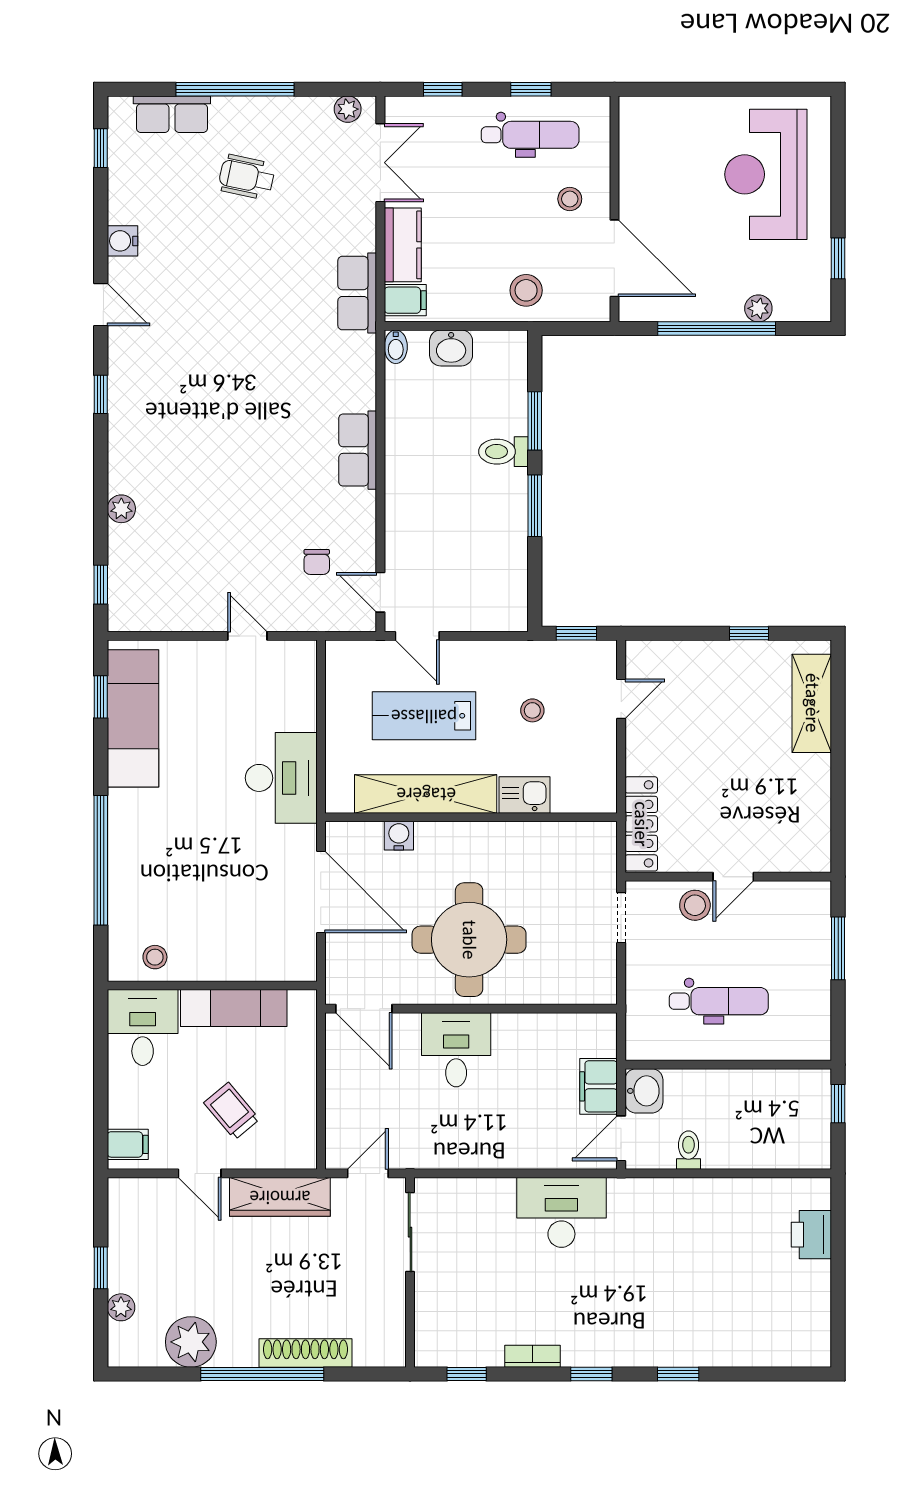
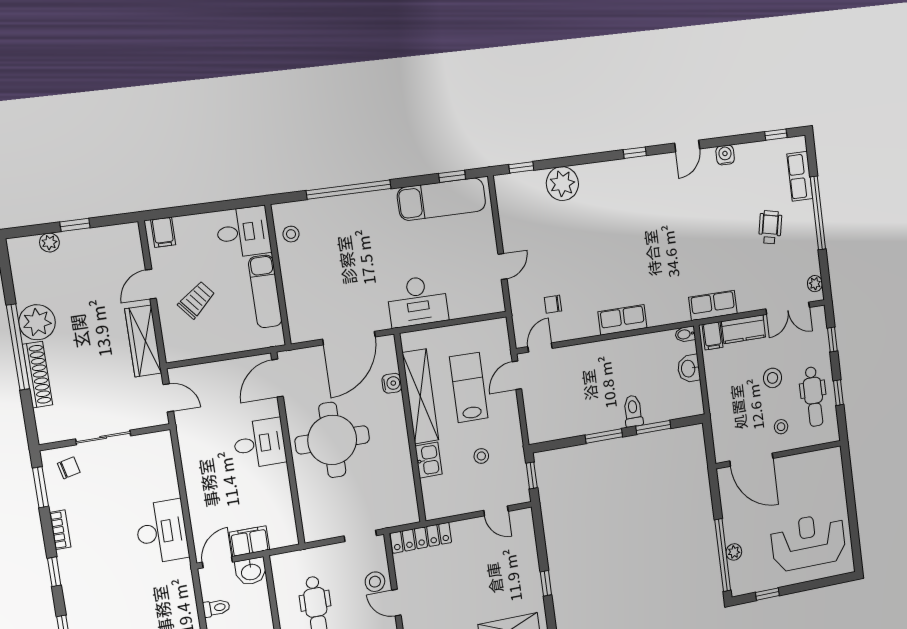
door: (614, 258) -> (751, 460), hinge flipped
stool: (526, 290) -> (773, 378), moved
window: (717, 329) -> (723, 555), moved
plant: (121, 509) -> (562, 184), width x1.88, depth x1.88
door: (621, 1138) -> (217, 562), hinge flipped
sliding door: (410, 1232) -> (103, 437), moved
chair: (446, 1330) -> (69, 468), added
plant: (191, 1342) -> (37, 322), moved
window: (467, 1374) -> (41, 487), width x1.50

